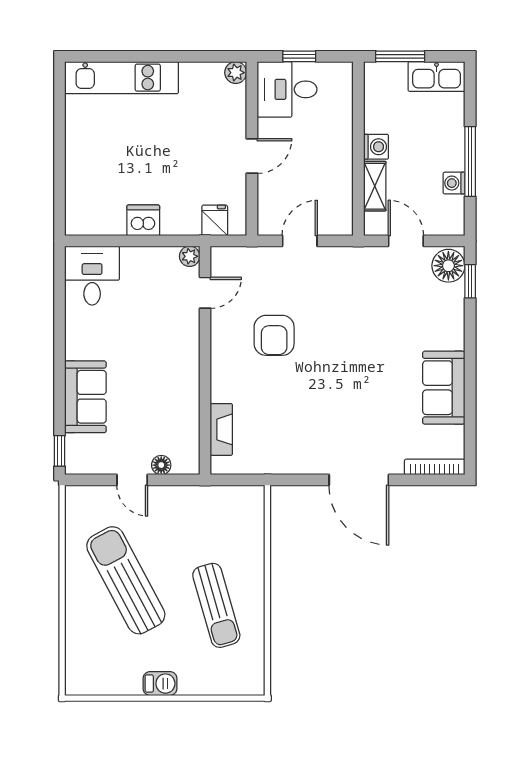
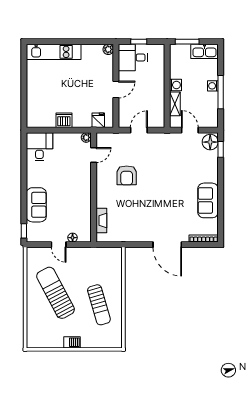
washing machine: (454, 183) -> (213, 86), moved

